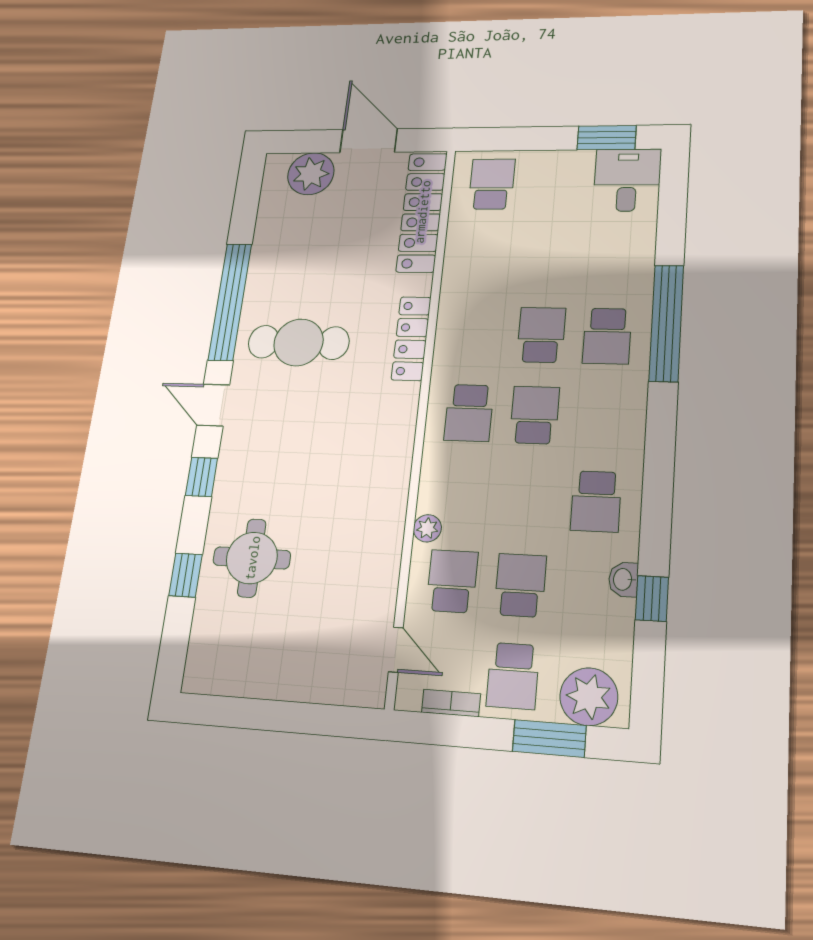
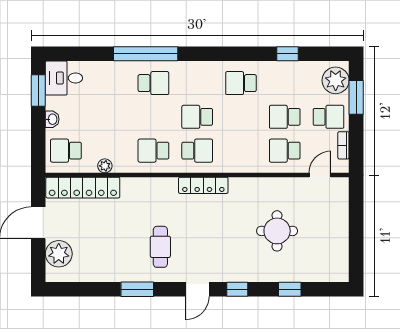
window: (230, 302) -> (137, 289), width x0.47
school desk: (541, 335) -> (153, 151), moved
locker: (411, 338) -> (203, 185), moved
cafe table: (298, 342) -> (160, 247), width x0.73, depth x0.74
school desk: (596, 501) -> (241, 83), turned 180
plant: (427, 528) -> (105, 166), moved
round table: (252, 558) -> (277, 231), moved
washbasin: (623, 579) -> (52, 119), moved, turned -90

